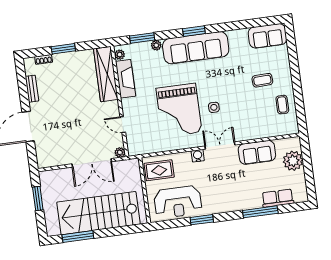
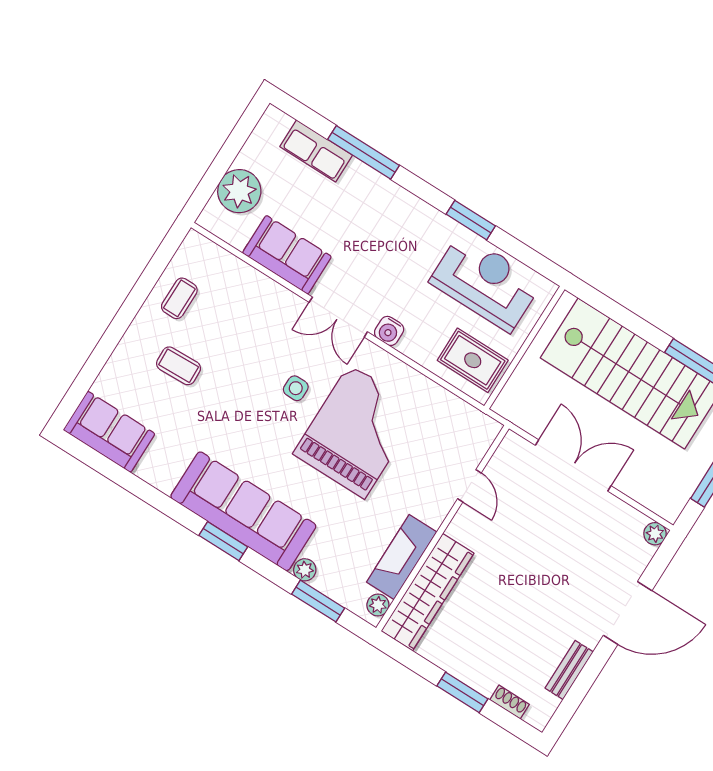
plant: (120, 152) -> (655, 534), moved

